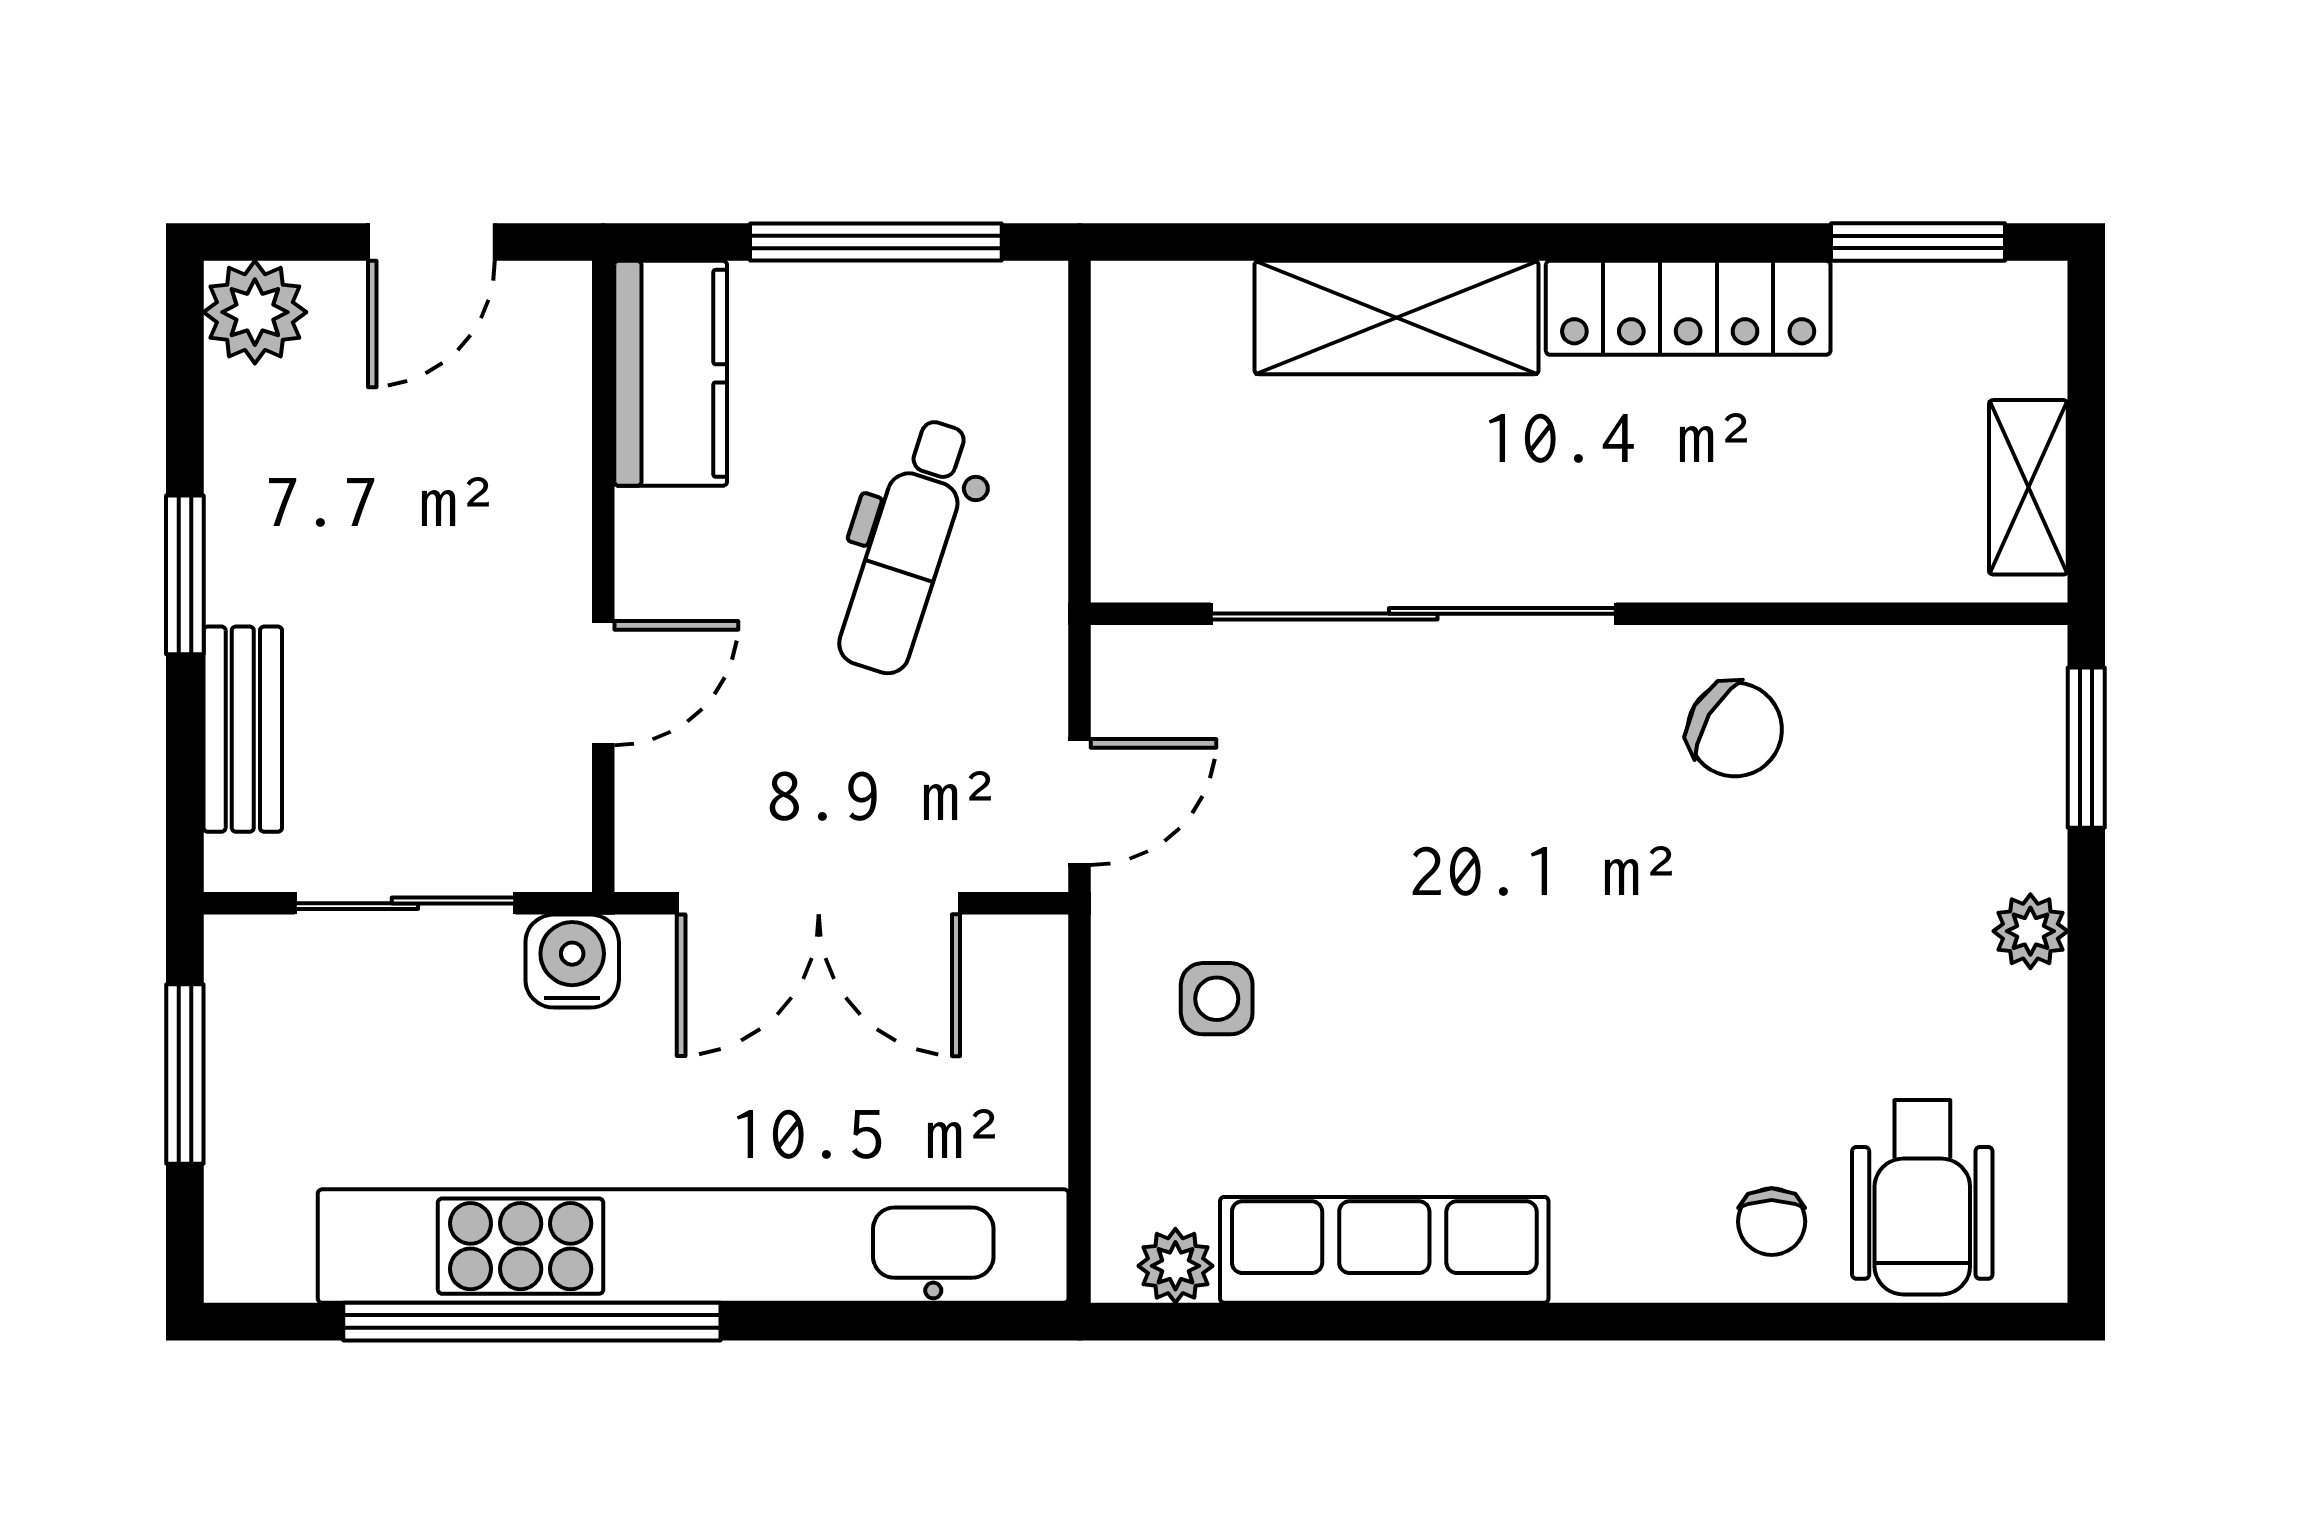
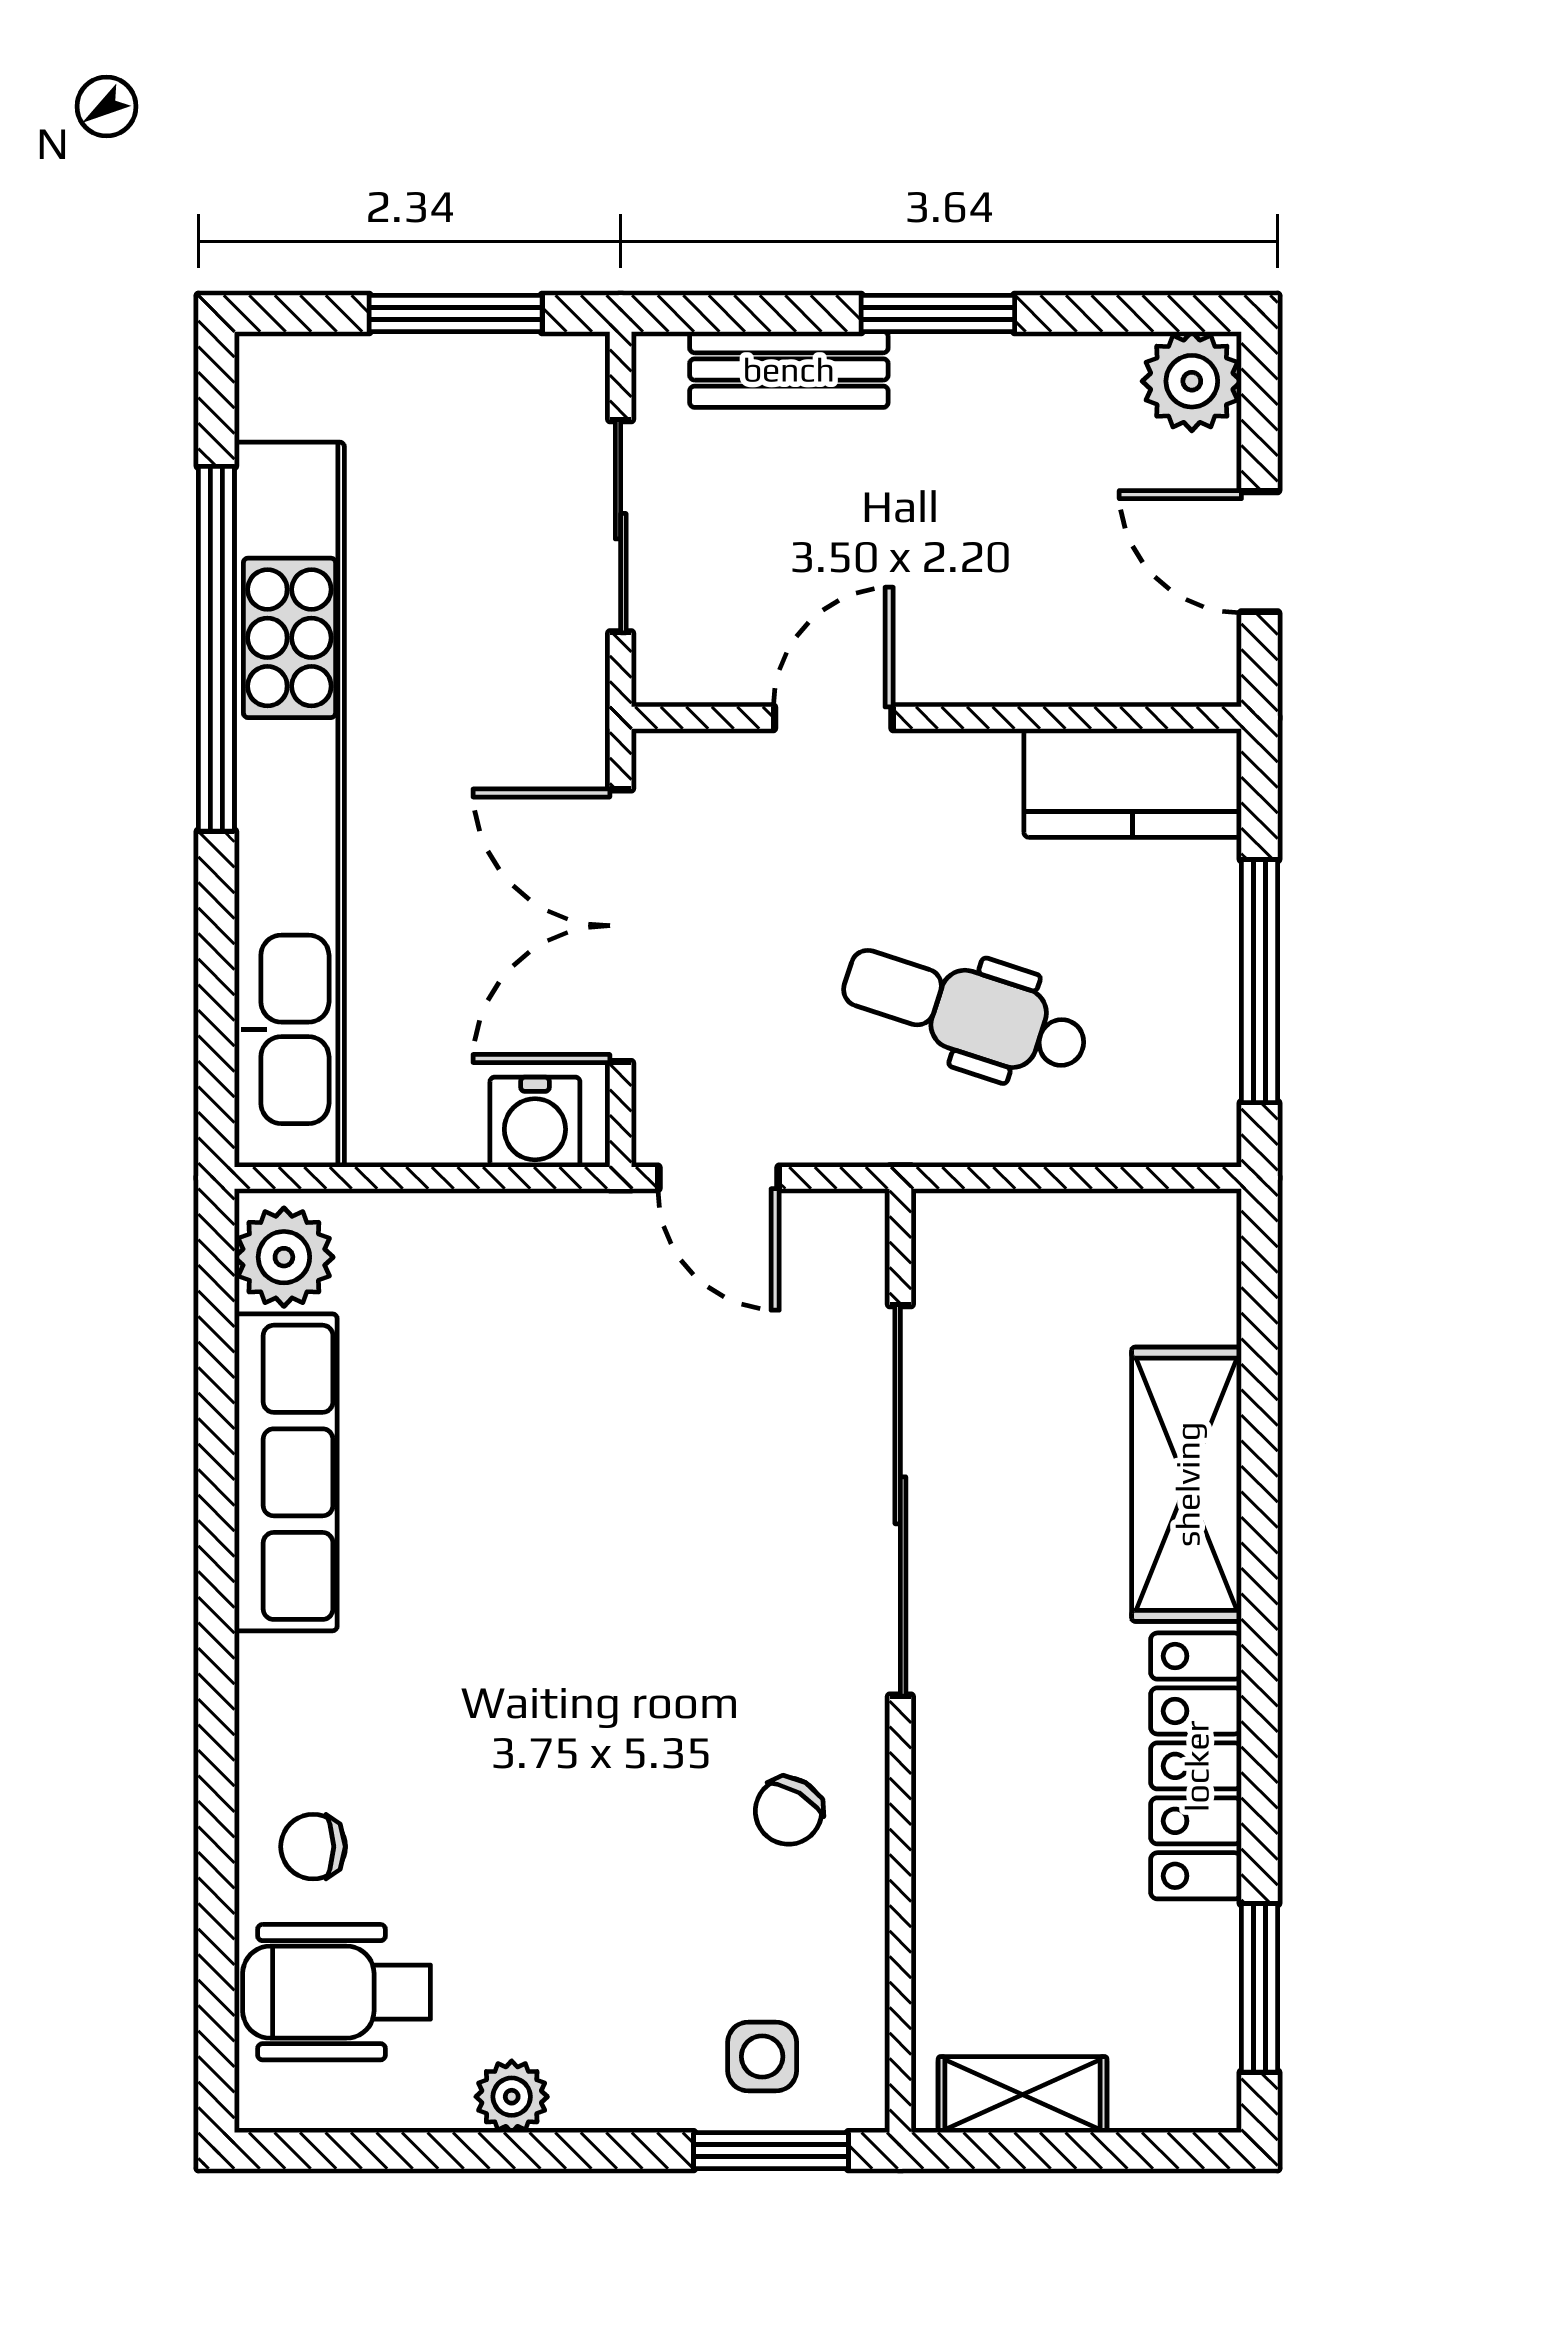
door: (603, 683) -> (833, 718), swing flipped
chair: (1735, 730) -> (789, 1811), width x0.73, depth x0.73
plant: (2030, 931) -> (512, 2097), moved
water cooler: (572, 961) -> (535, 1122), moved, turned 90
side table: (1217, 999) -> (762, 2057), moved
plant: (1175, 1266) -> (284, 1257), width x1.38, depth x1.38

